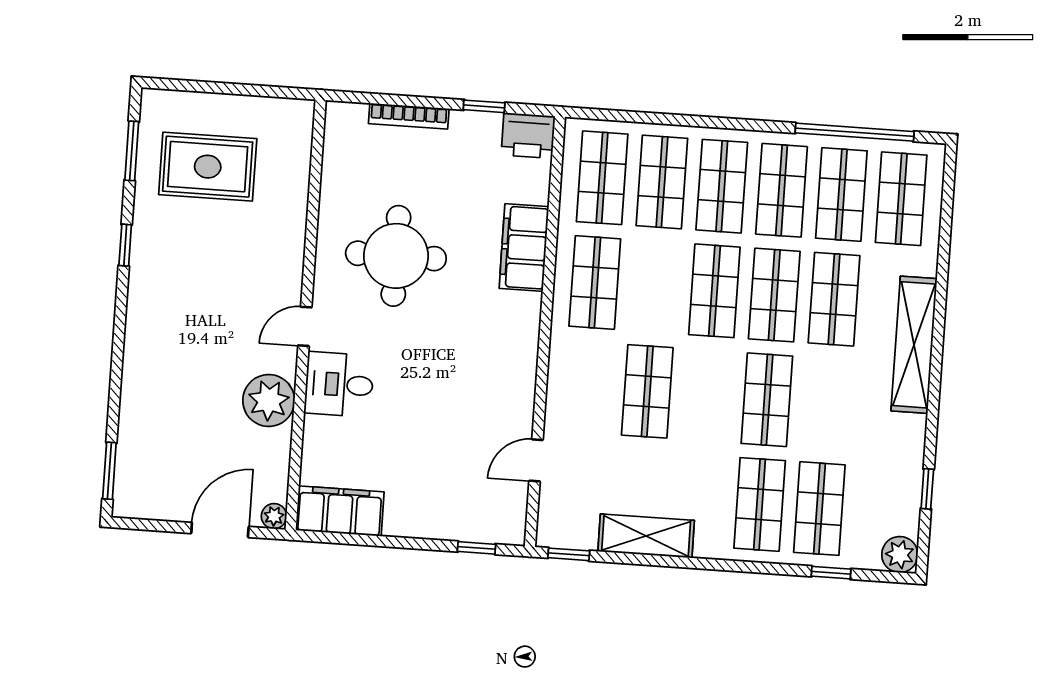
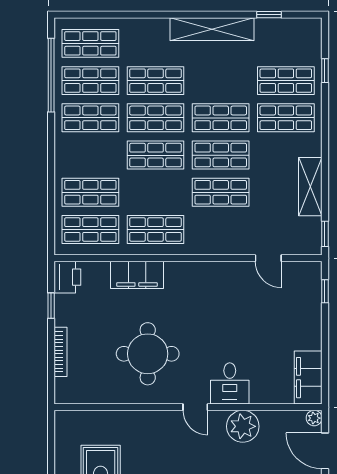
shop shelf: (722, 186) -> (221, 155), moved
shelving: (914, 345) -> (212, 29), moved
plant: (900, 555) -> (311, 29), removed

